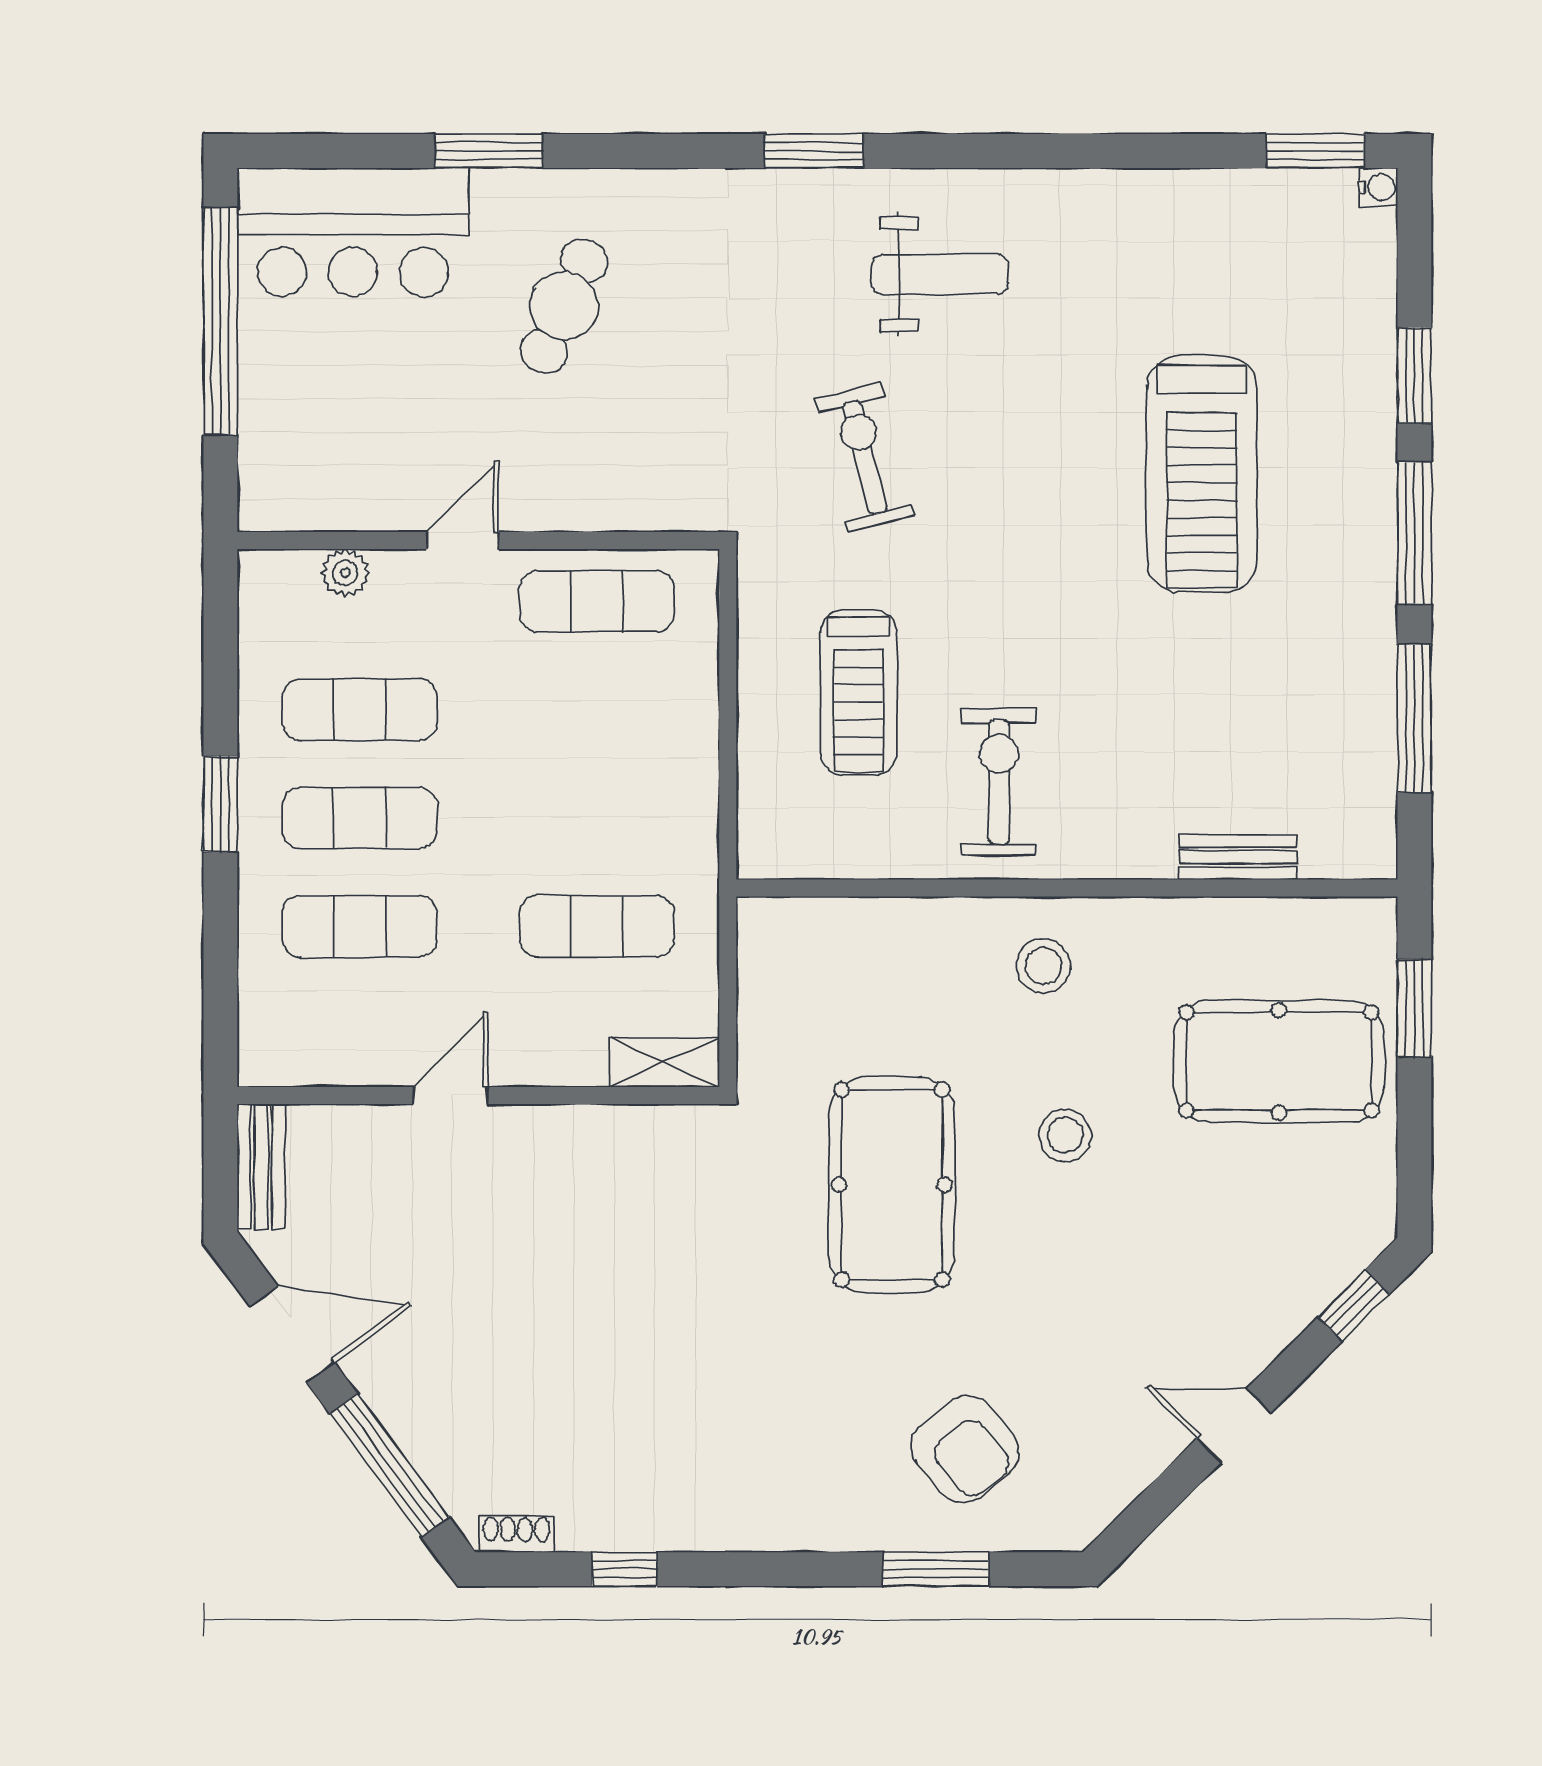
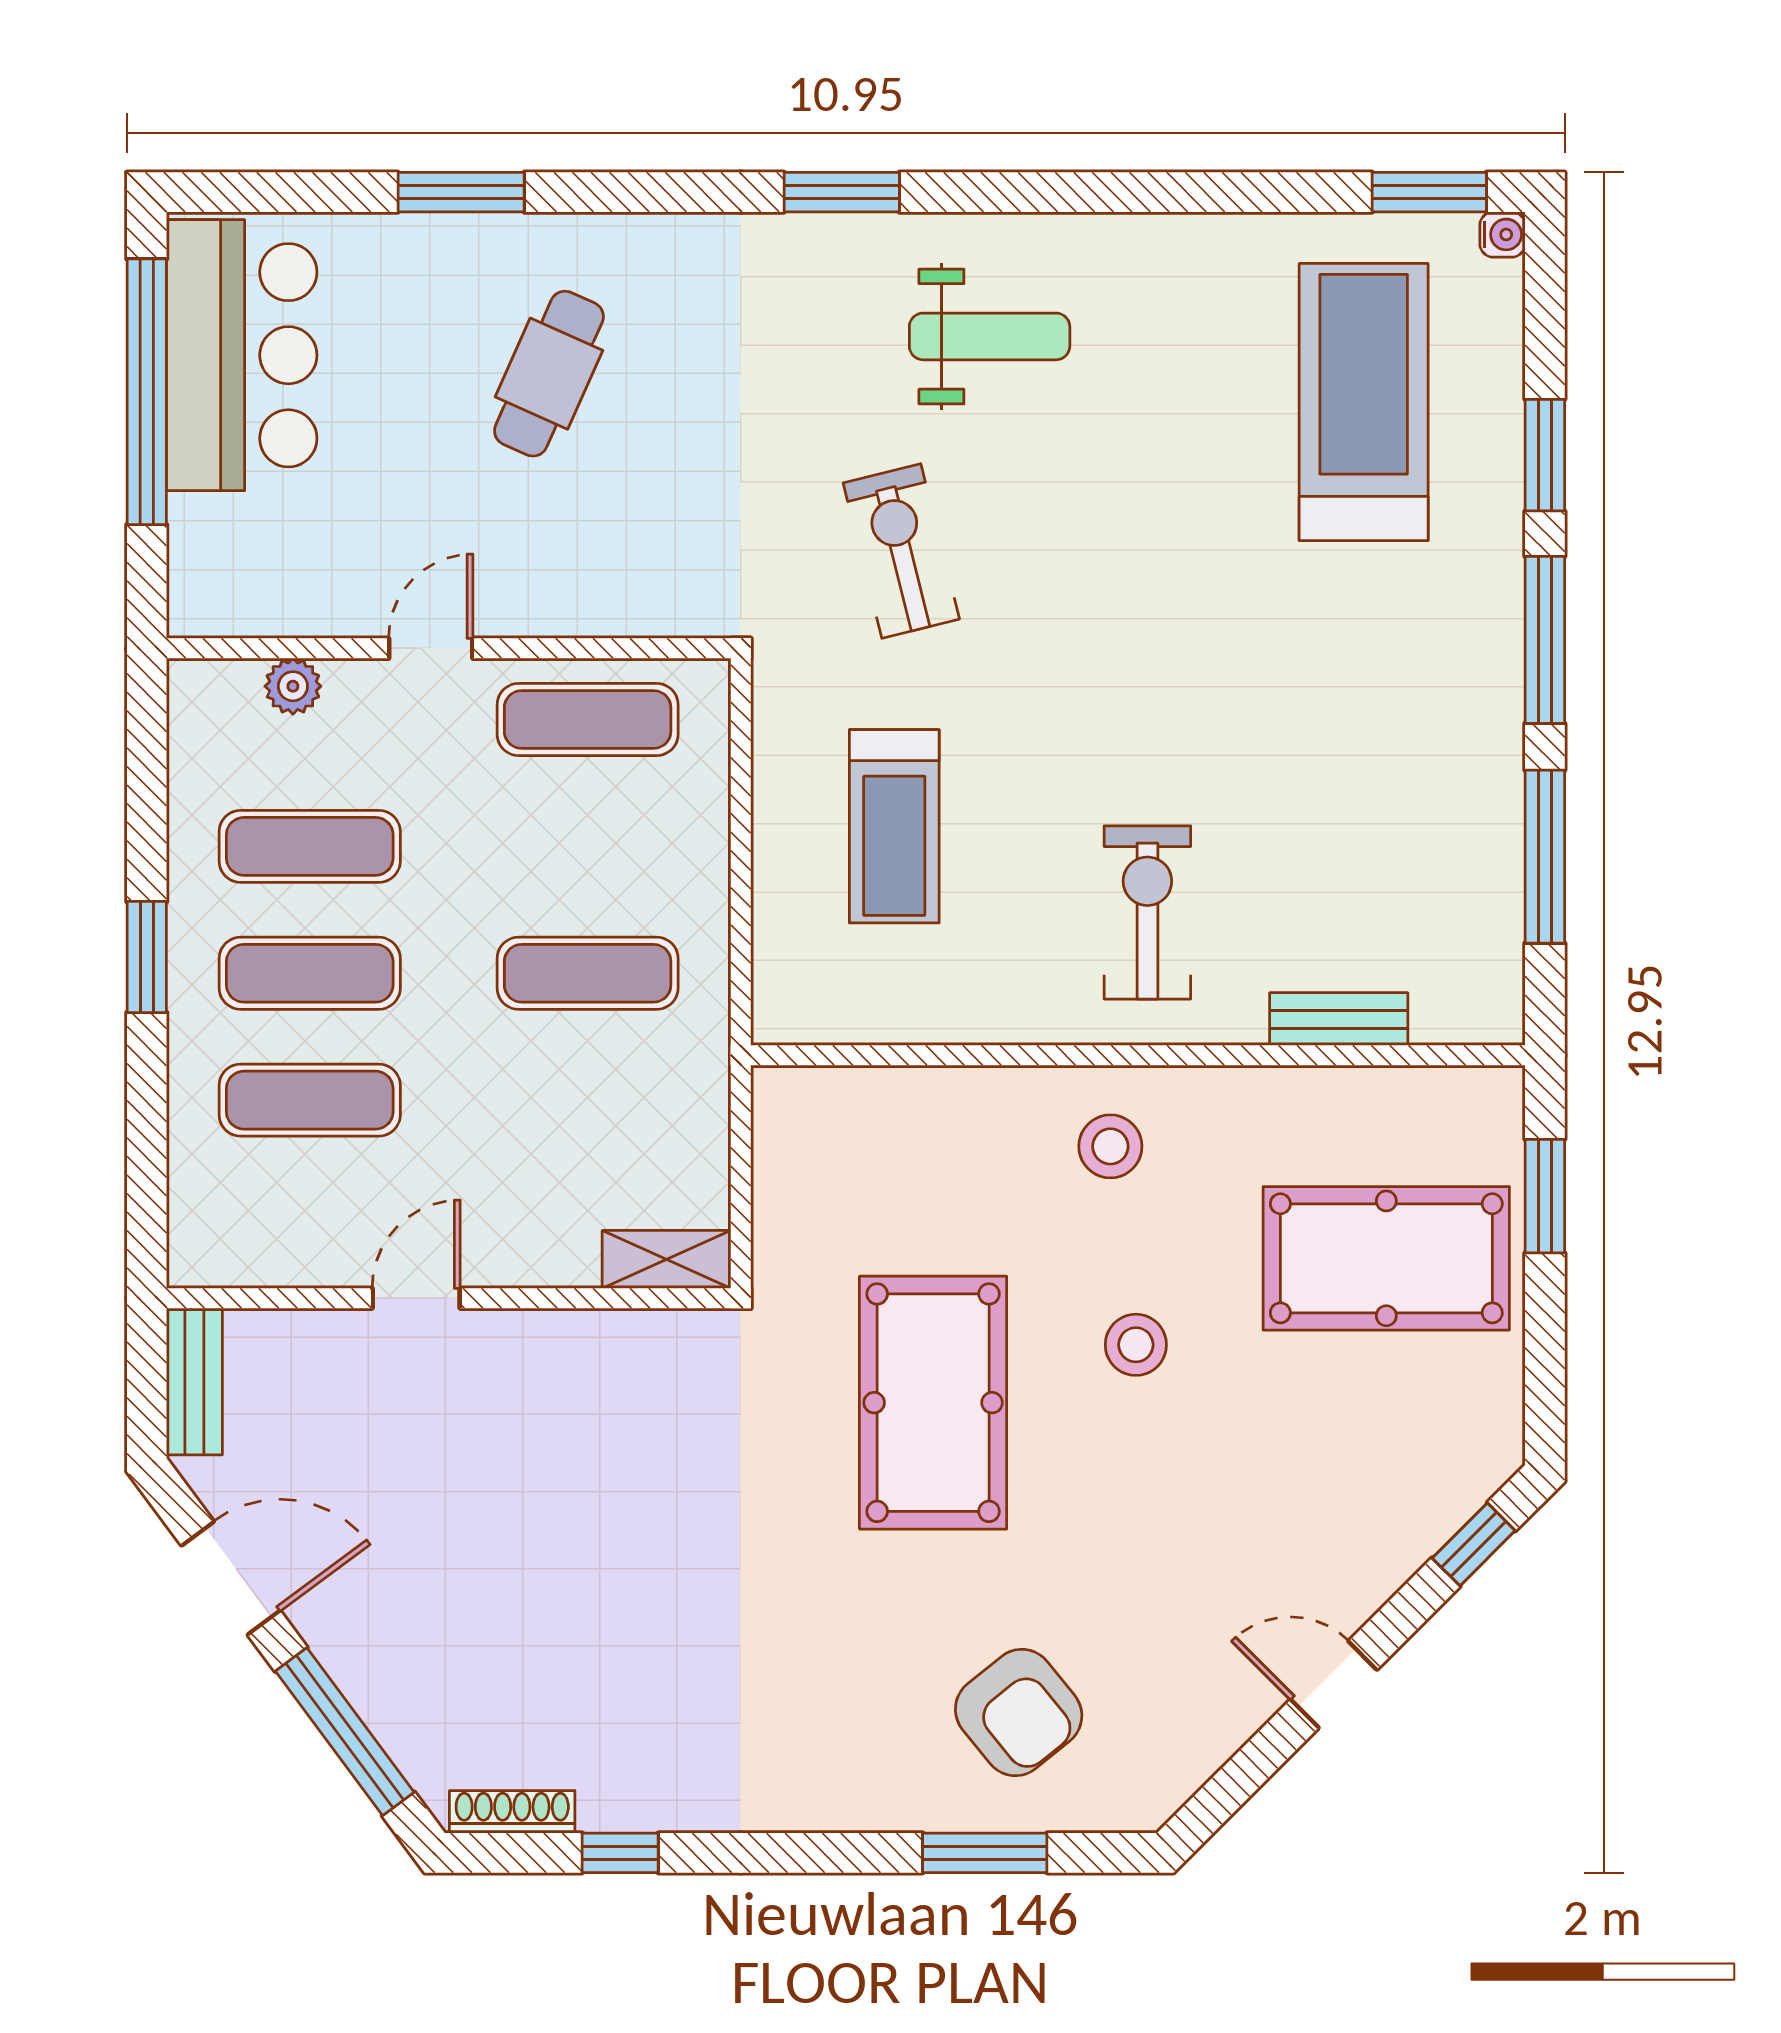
bar counter: (353, 232) -> (242, 355), moved, turned -90
treadmill: (1202, 474) -> (1364, 402), moved, turned 180
exercise bike: (999, 782) -> (1147, 912), moved
exercise mat: (597, 926) -> (588, 973), moved
shoe rack: (516, 1534) -> (512, 1812), width x1.43

